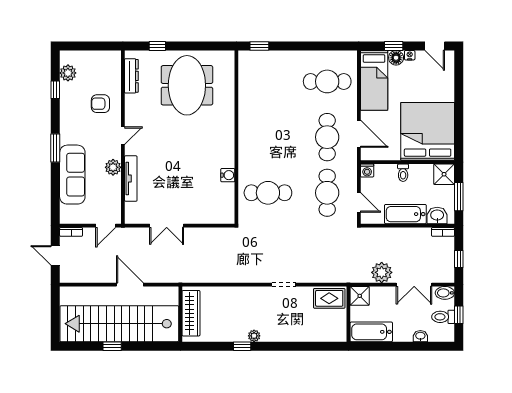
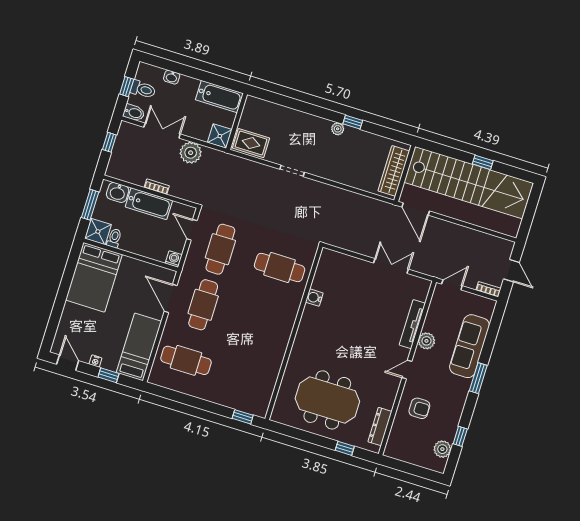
floor lamp: (396, 58) -> (110, 363), removed
meeting table: (187, 85) -> (327, 400), turned 90
bed: (428, 131) -> (94, 277), width x0.73
toilet: (403, 173) -> (114, 238), moved
bookcase: (443, 232) -> (157, 187), moved
door: (130, 285) -> (416, 209), moved

